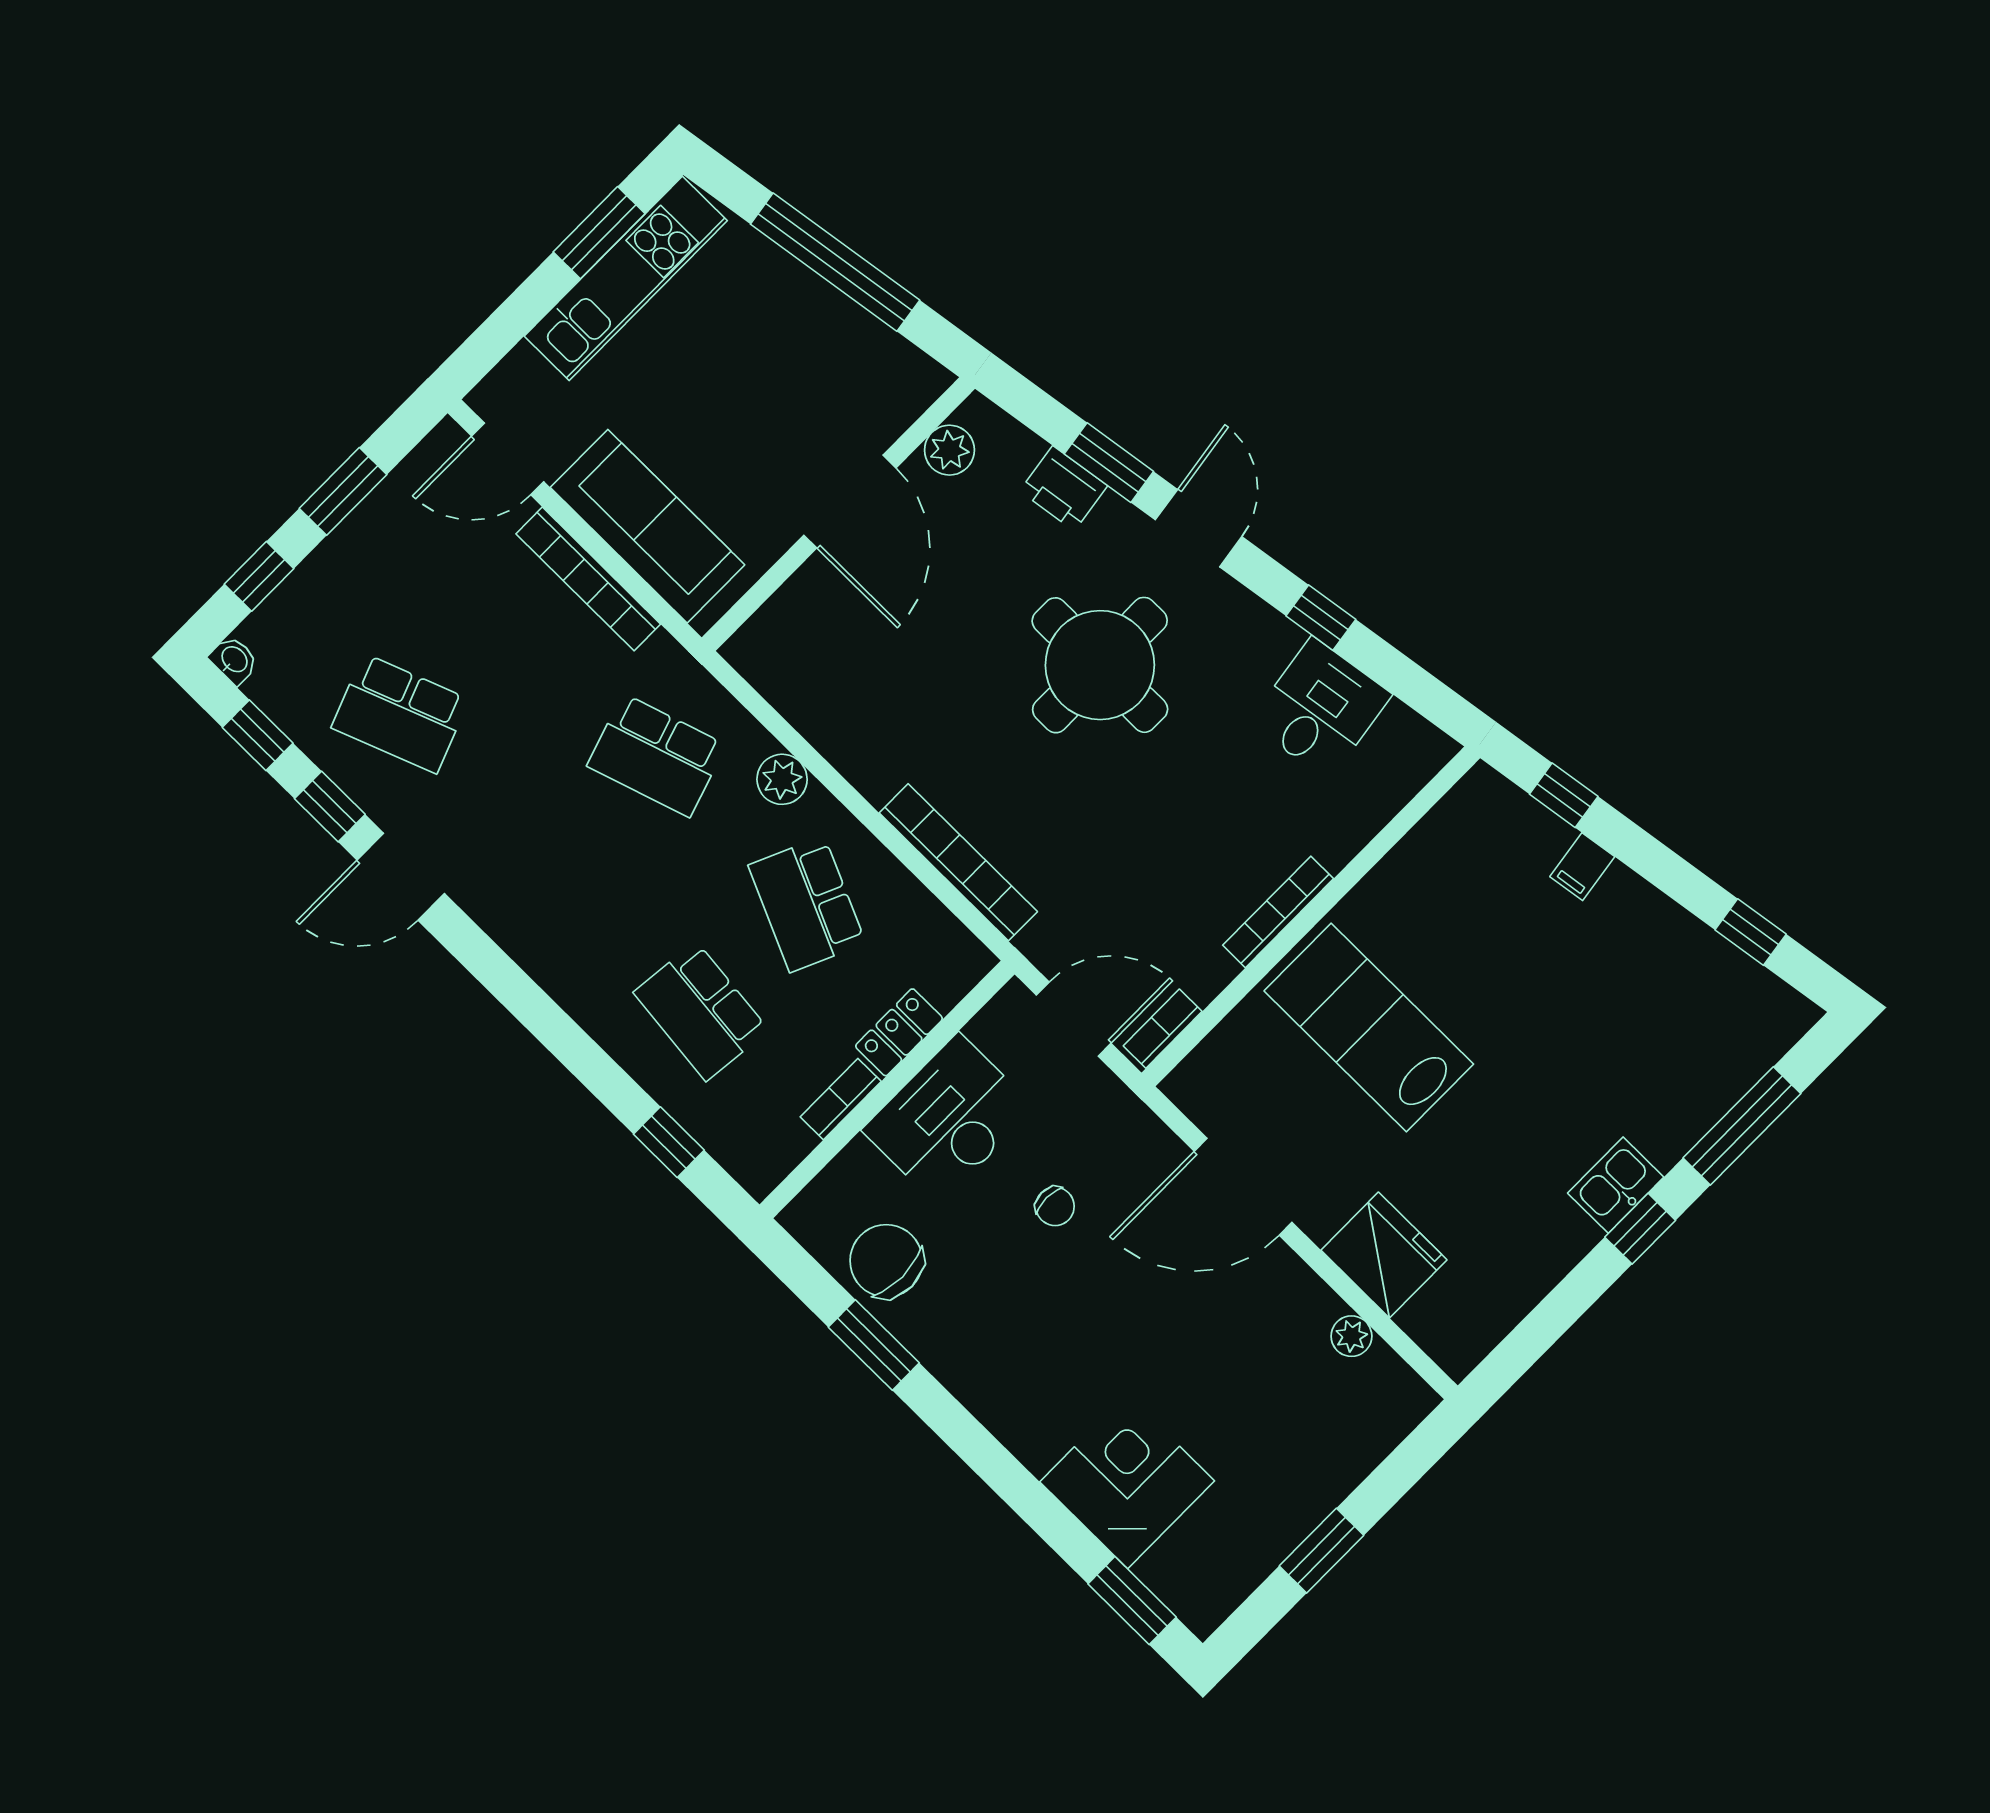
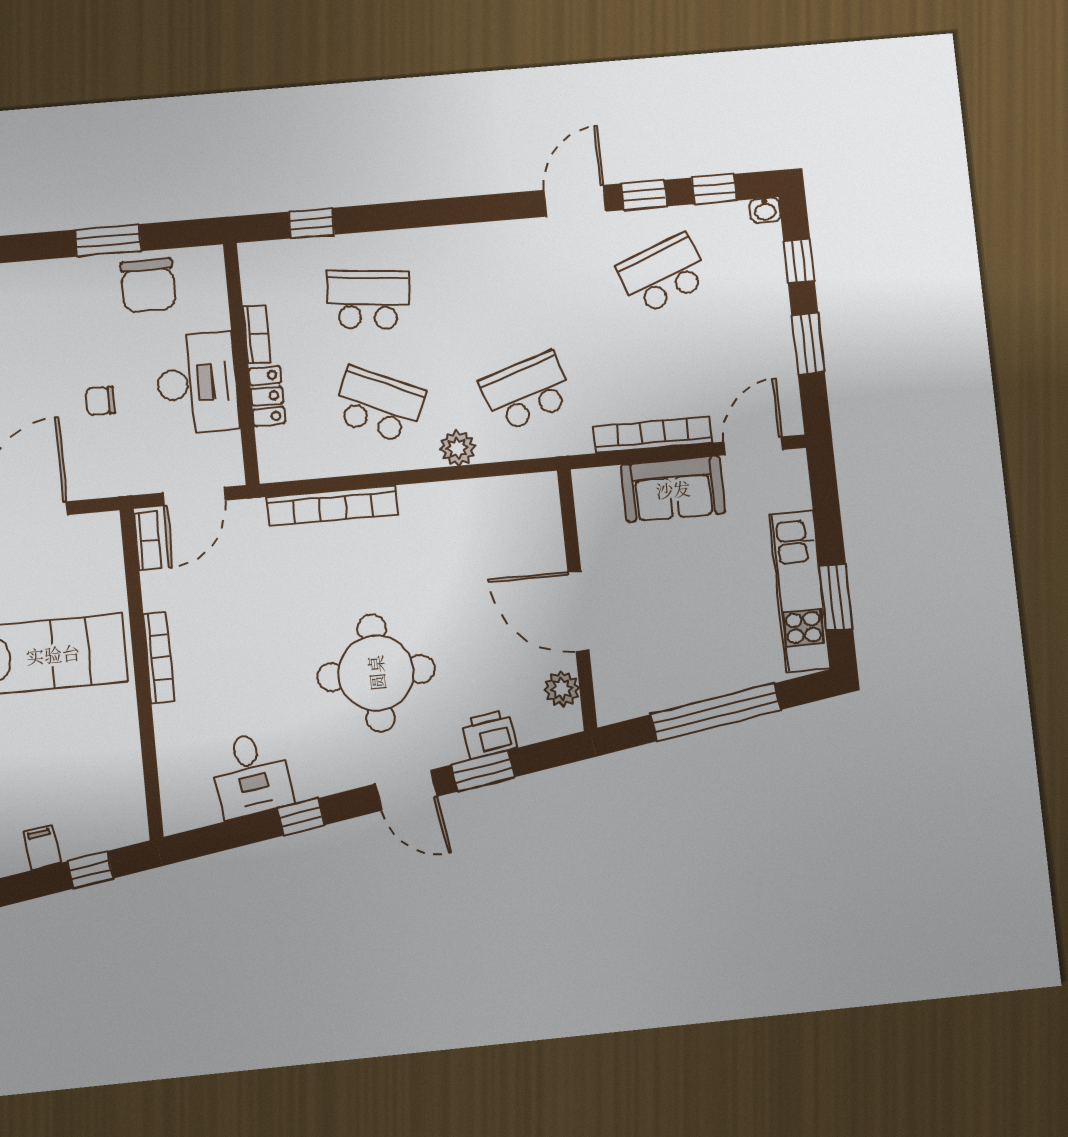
sofa: (647, 526) -> (673, 489), width x0.73
chair: (886, 1261) -> (148, 285), turned 90

